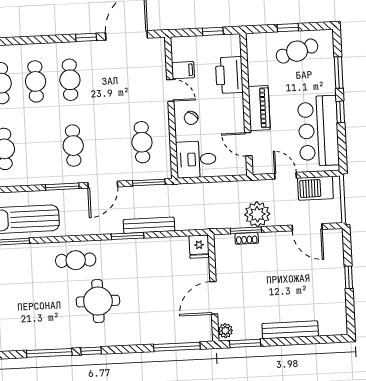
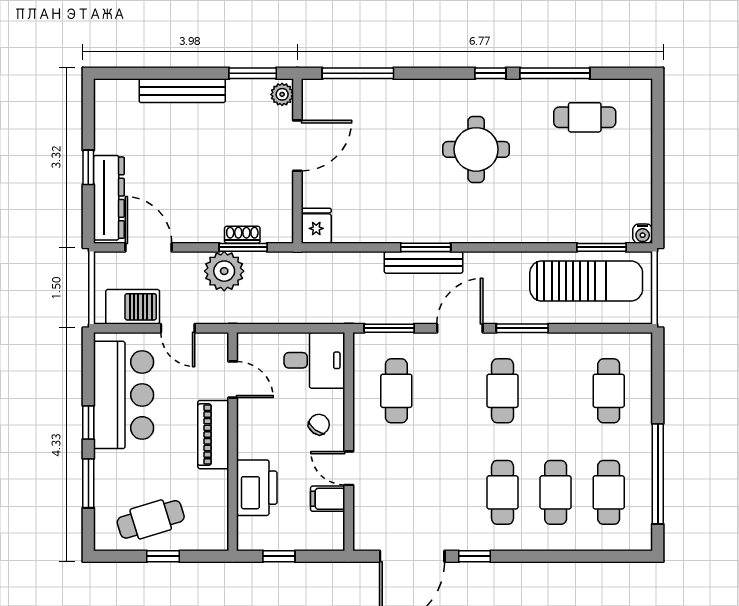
bench: (149, 225) -> (424, 262), moved
dresser: (334, 258) -> (109, 198), added
cafe table: (76, 260) -> (585, 117), moved

